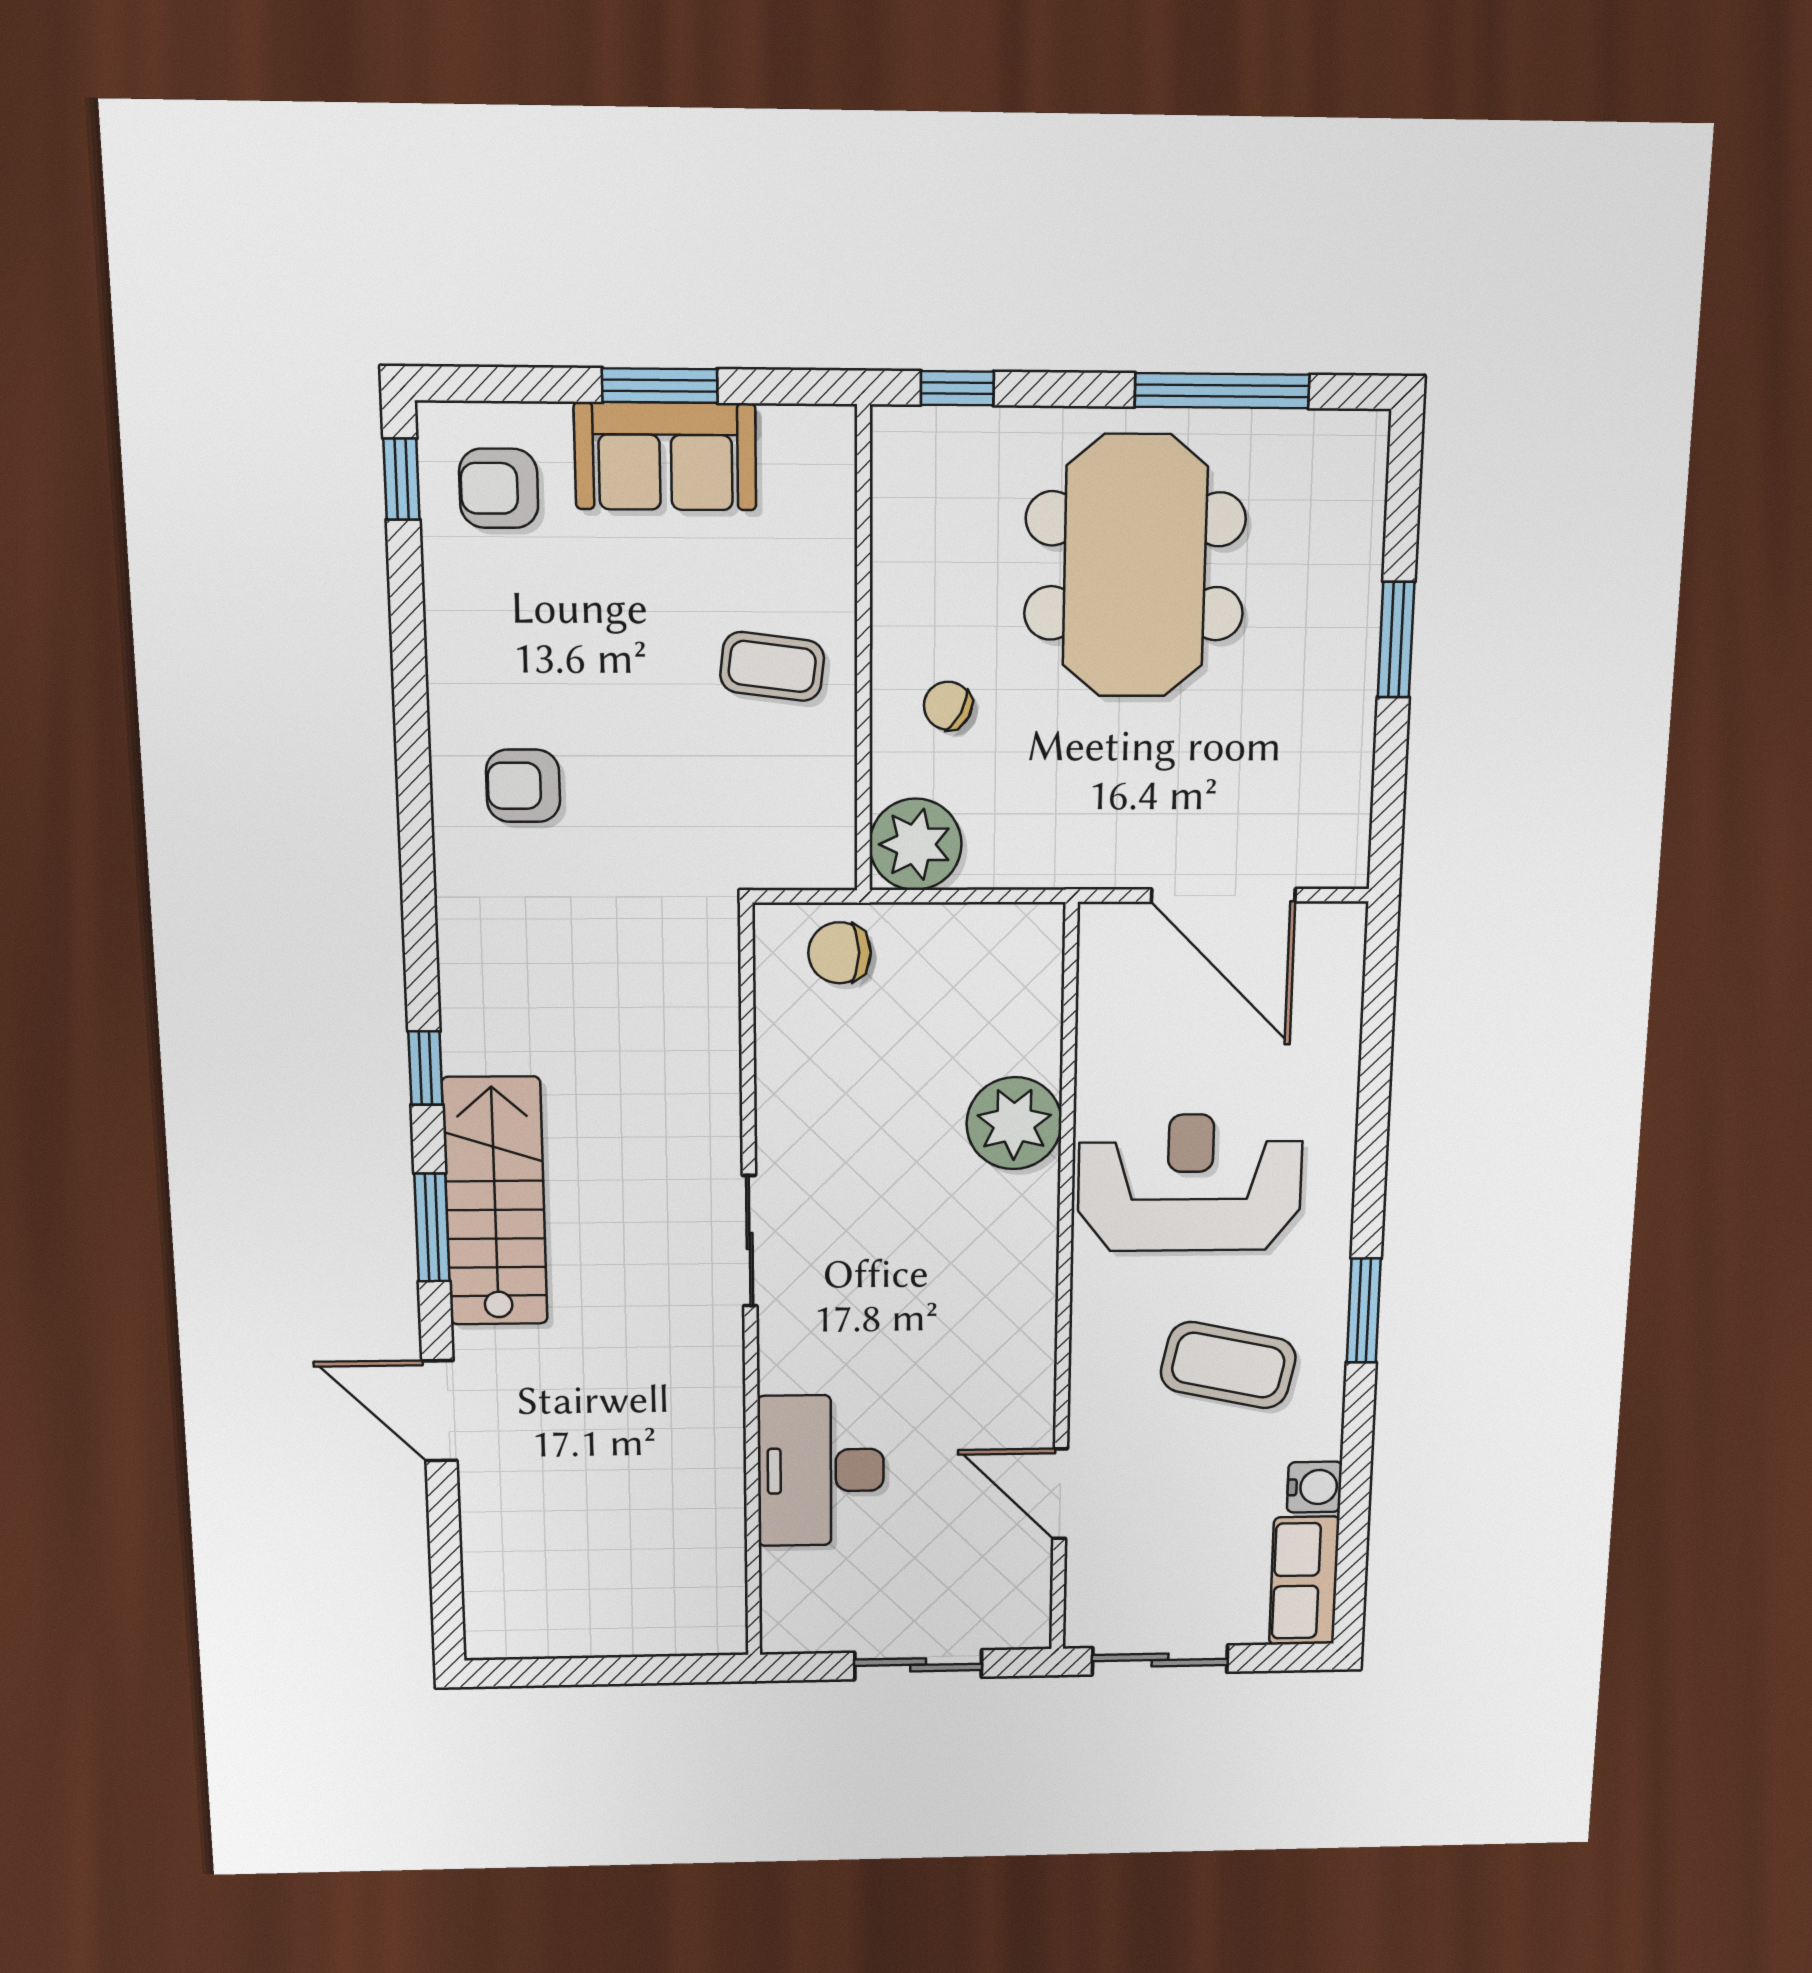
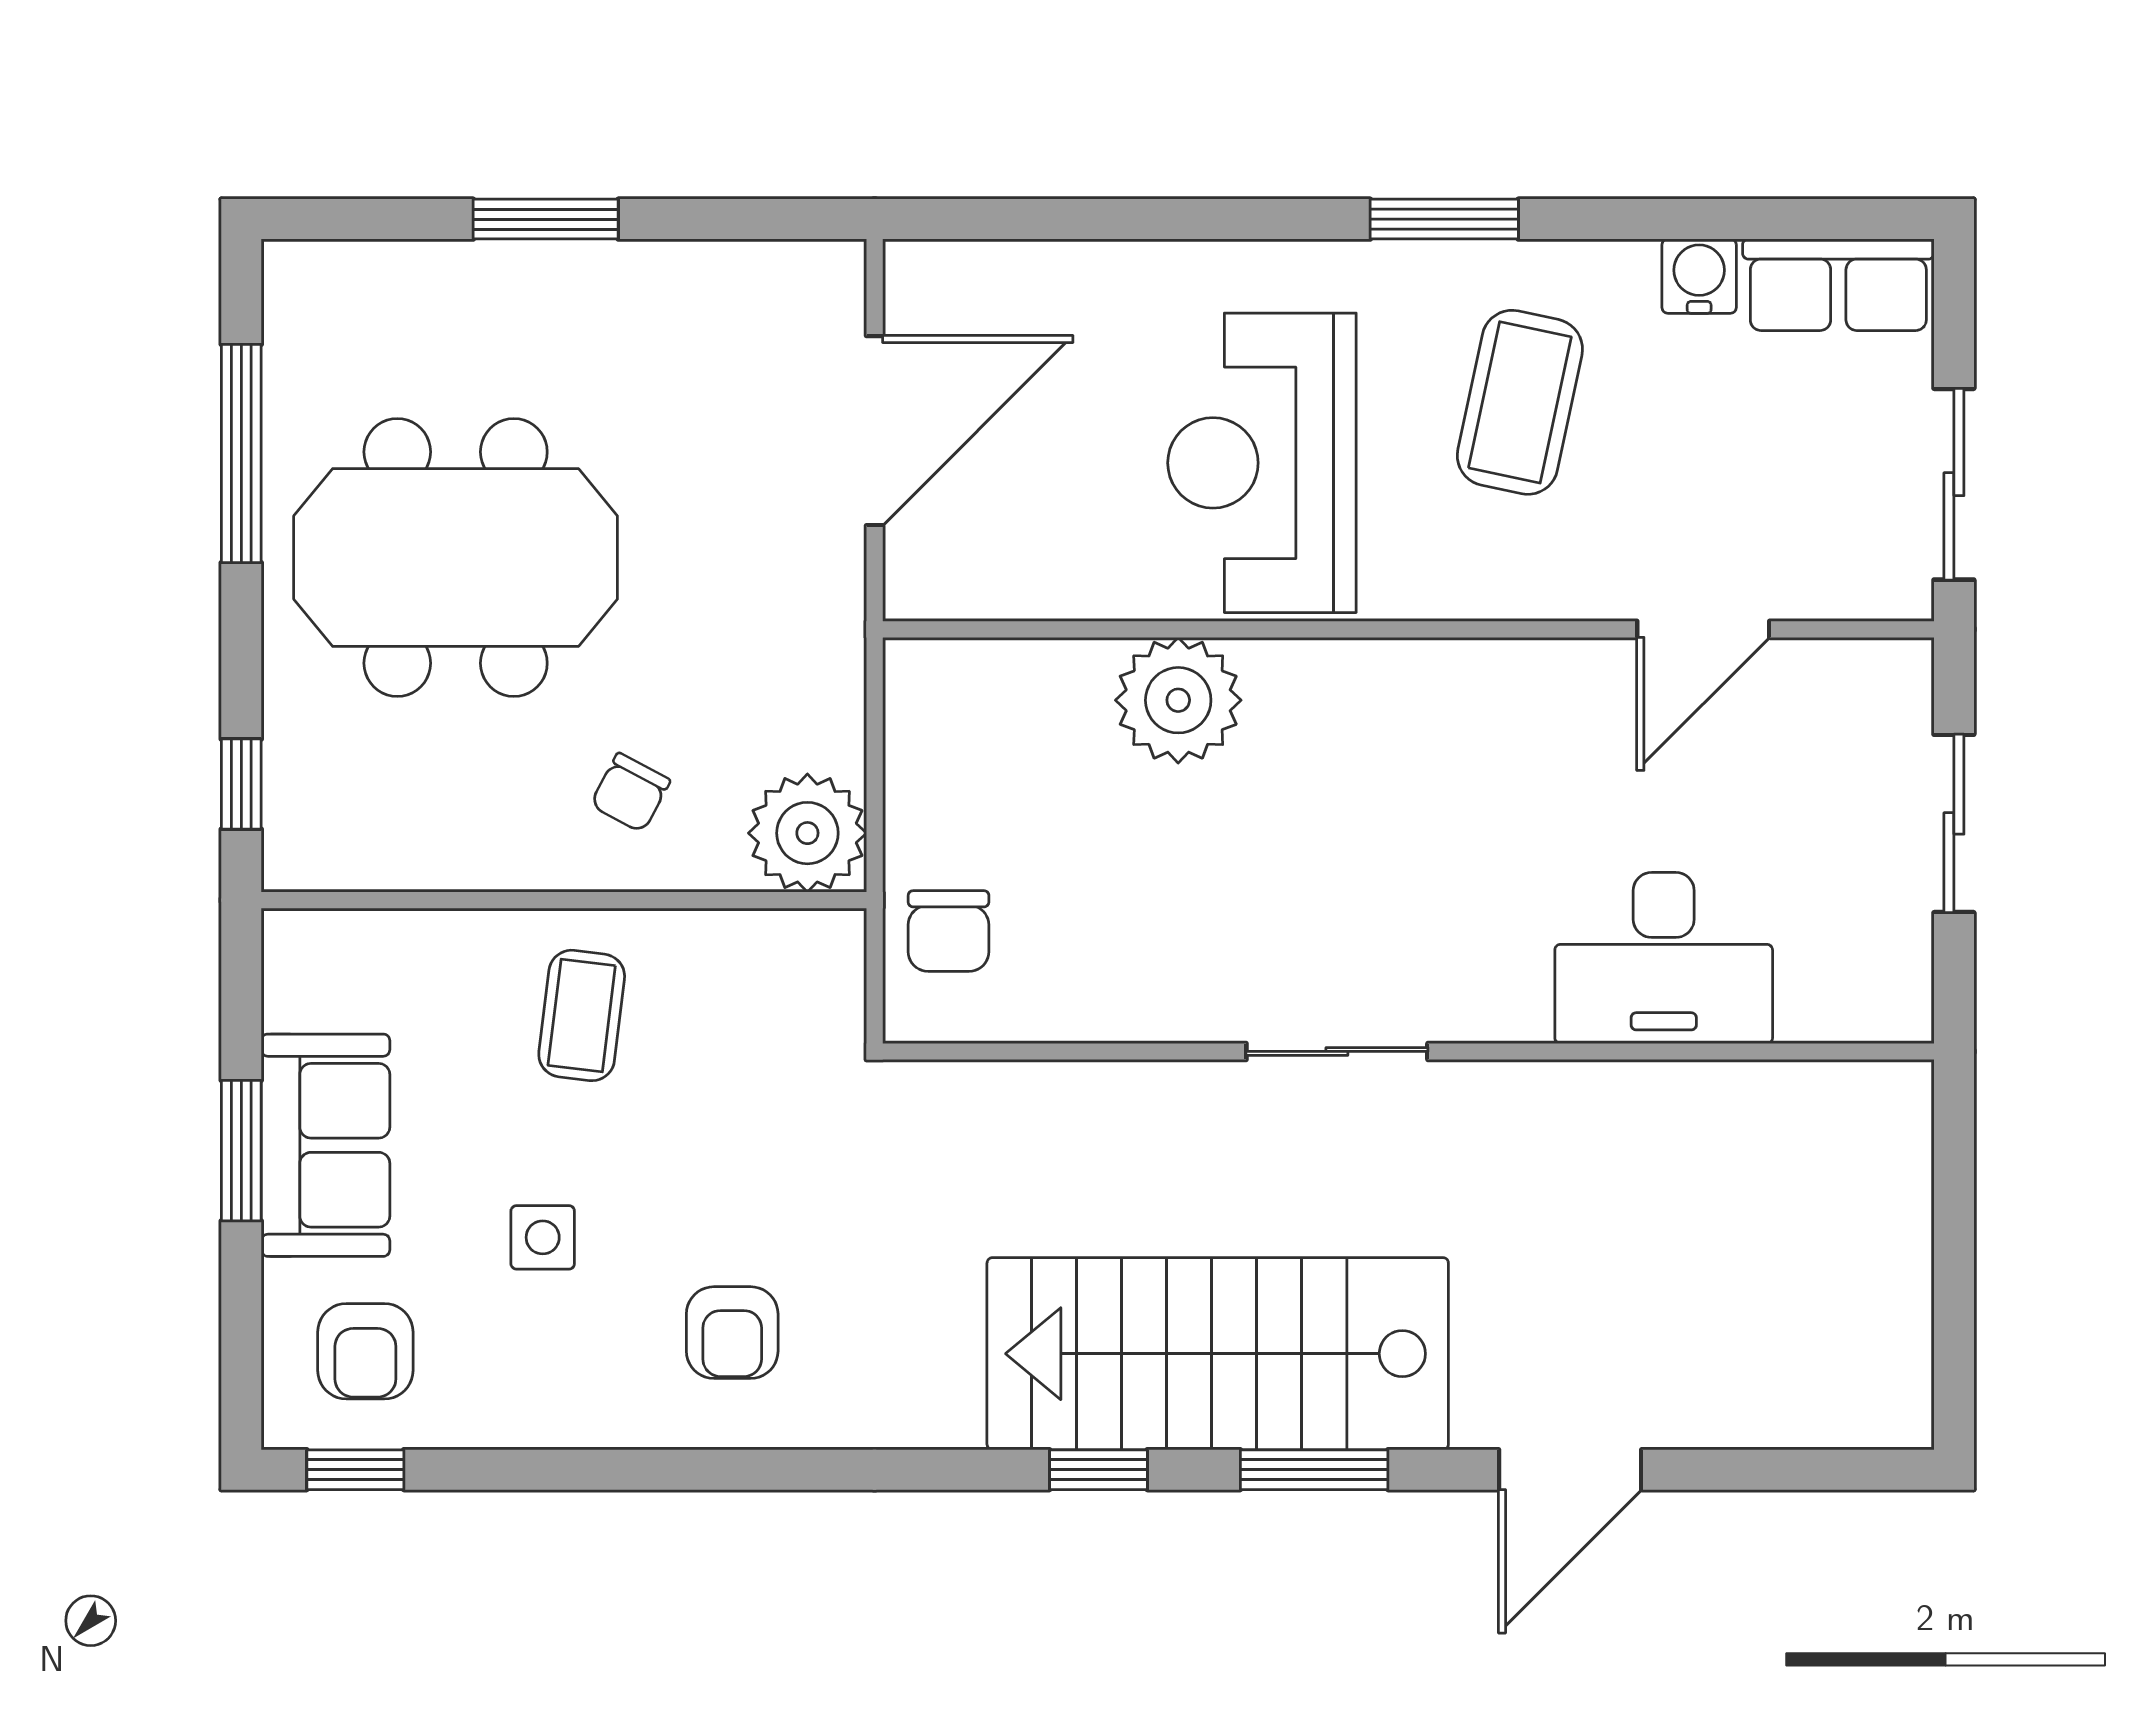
side table: (595, 634) -> (543, 1237), added
stairs: (495, 1202) -> (1218, 1354), width x1.36, depth x1.51

